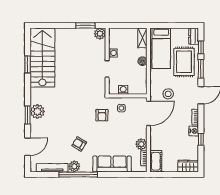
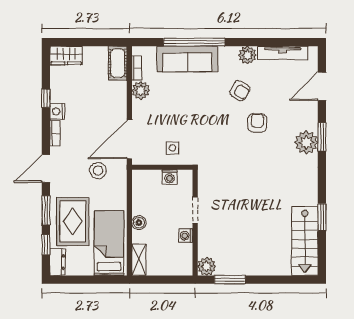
stairs: (42, 58) -> (305, 241), width x0.73, depth x0.66
armchair: (102, 115) -> (257, 123), moved
window: (78, 175) -> (194, 42), moved

